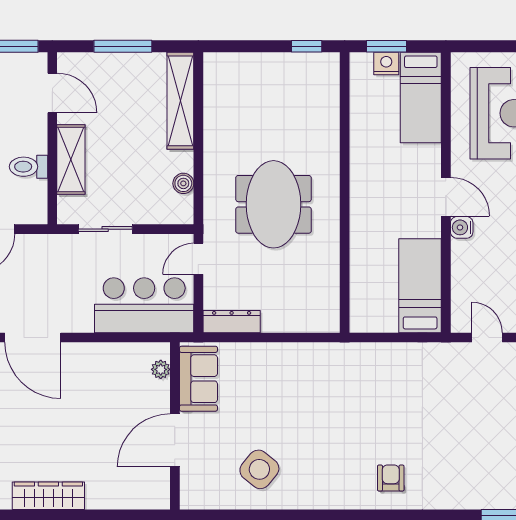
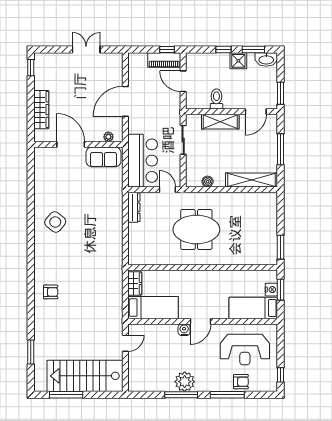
window: (307, 46) -> (281, 247), width x1.50
wardrobe: (375, 320) -> (135, 283), added
plant: (161, 369) -> (108, 137), moved
sofa: (198, 379) -> (104, 157), moved
wall: (175, 426) -> (78, 144), moved
door: (175, 440) -> (71, 144), moved

